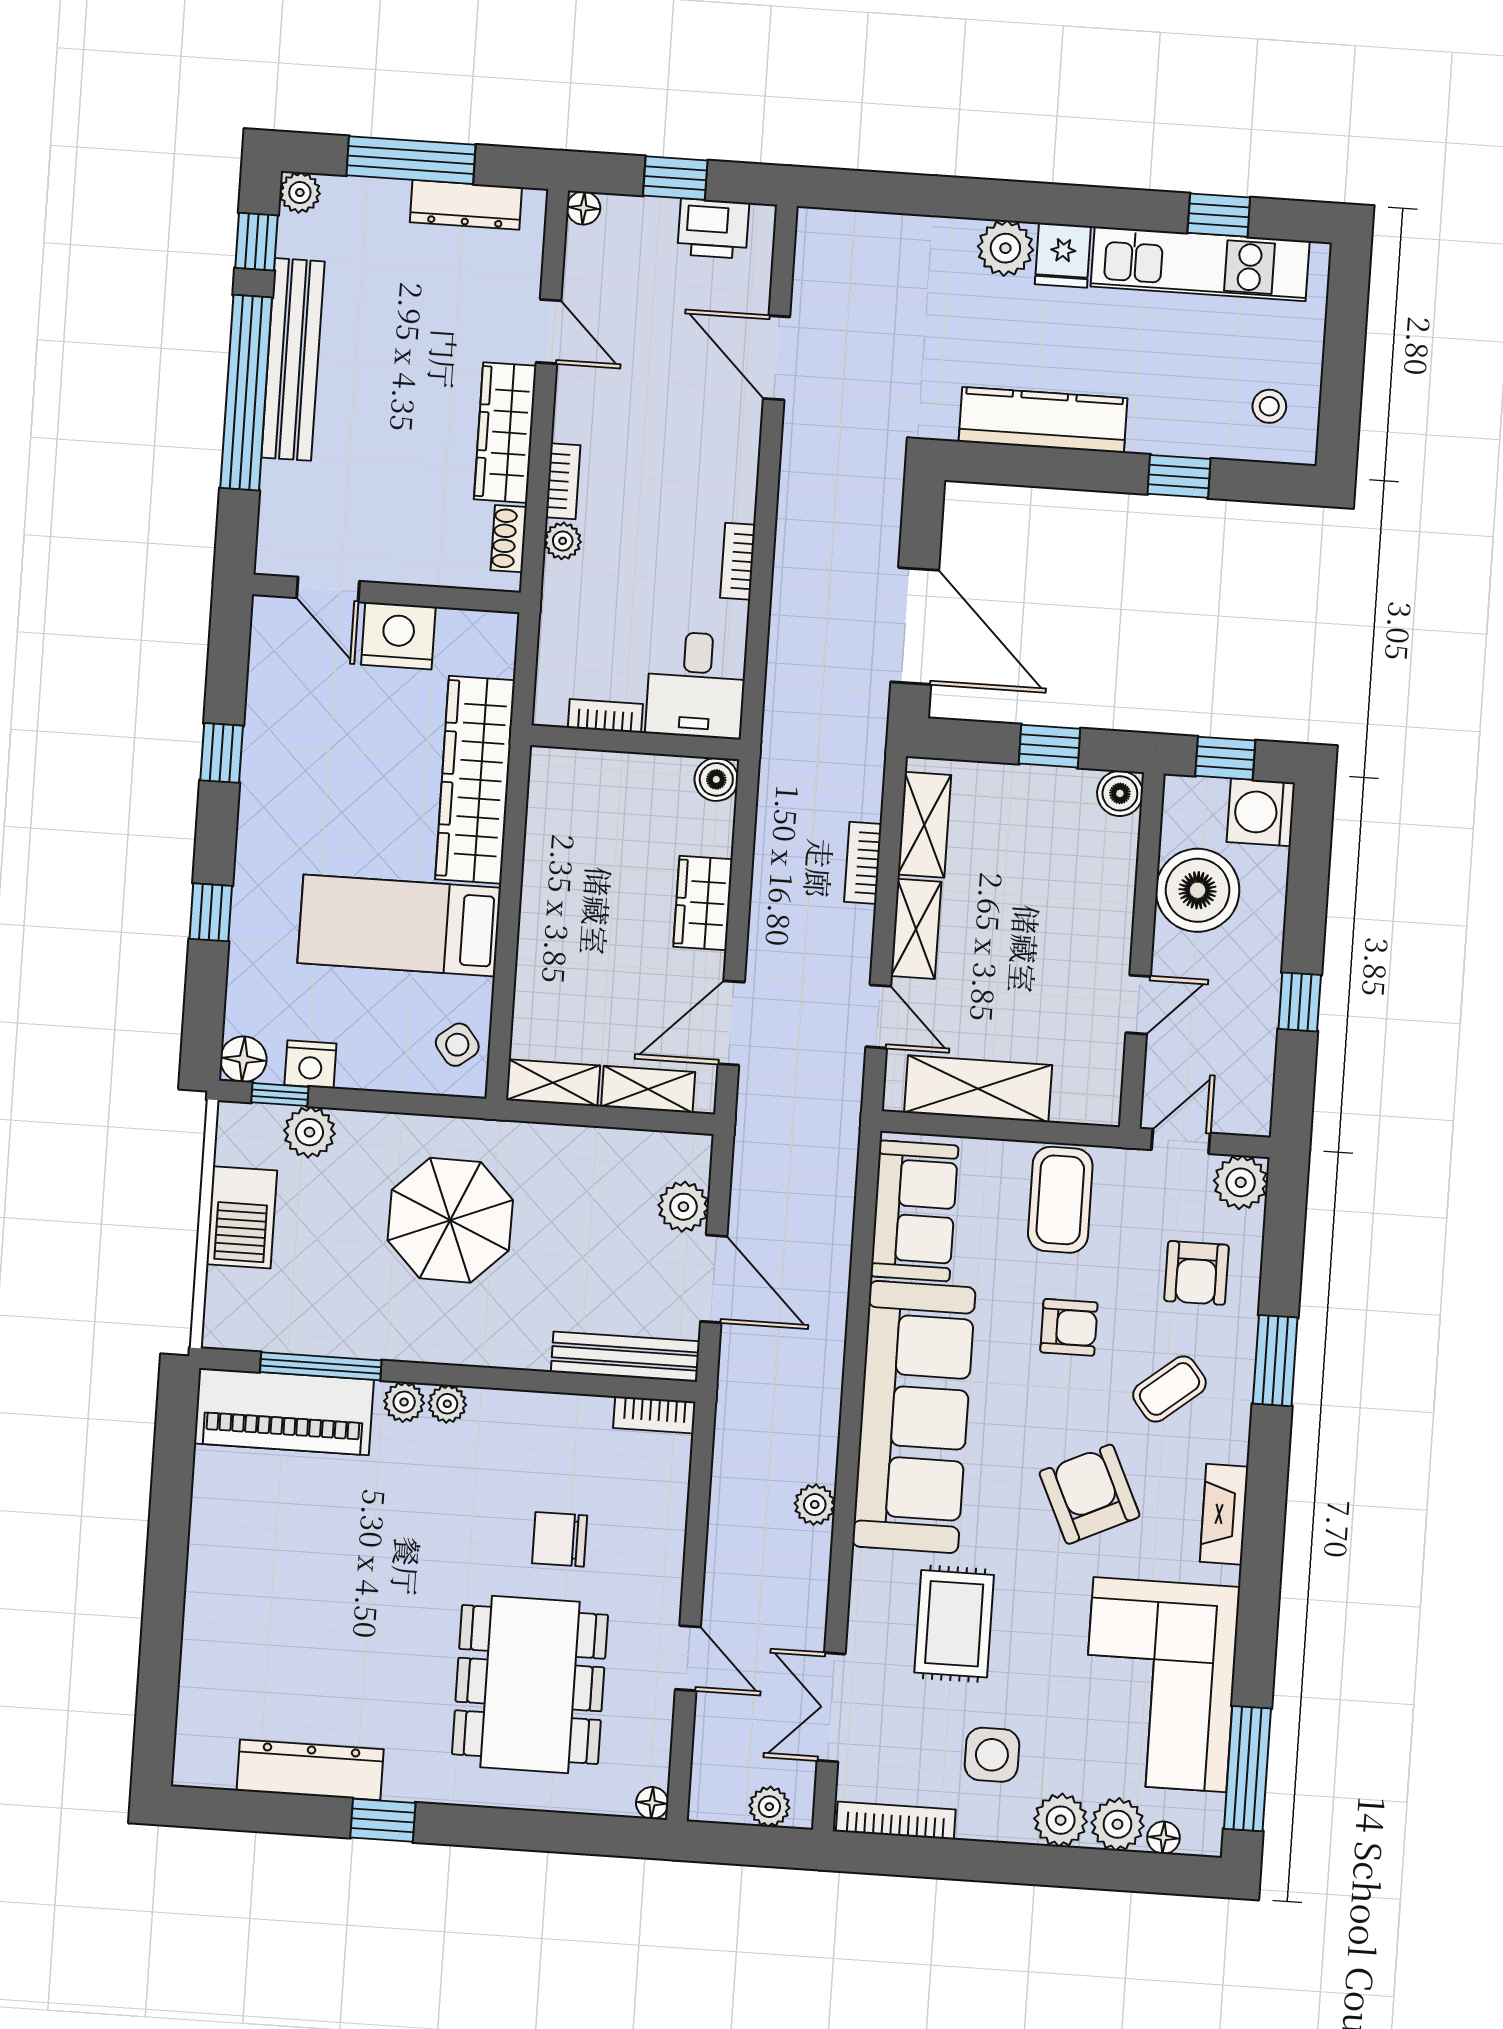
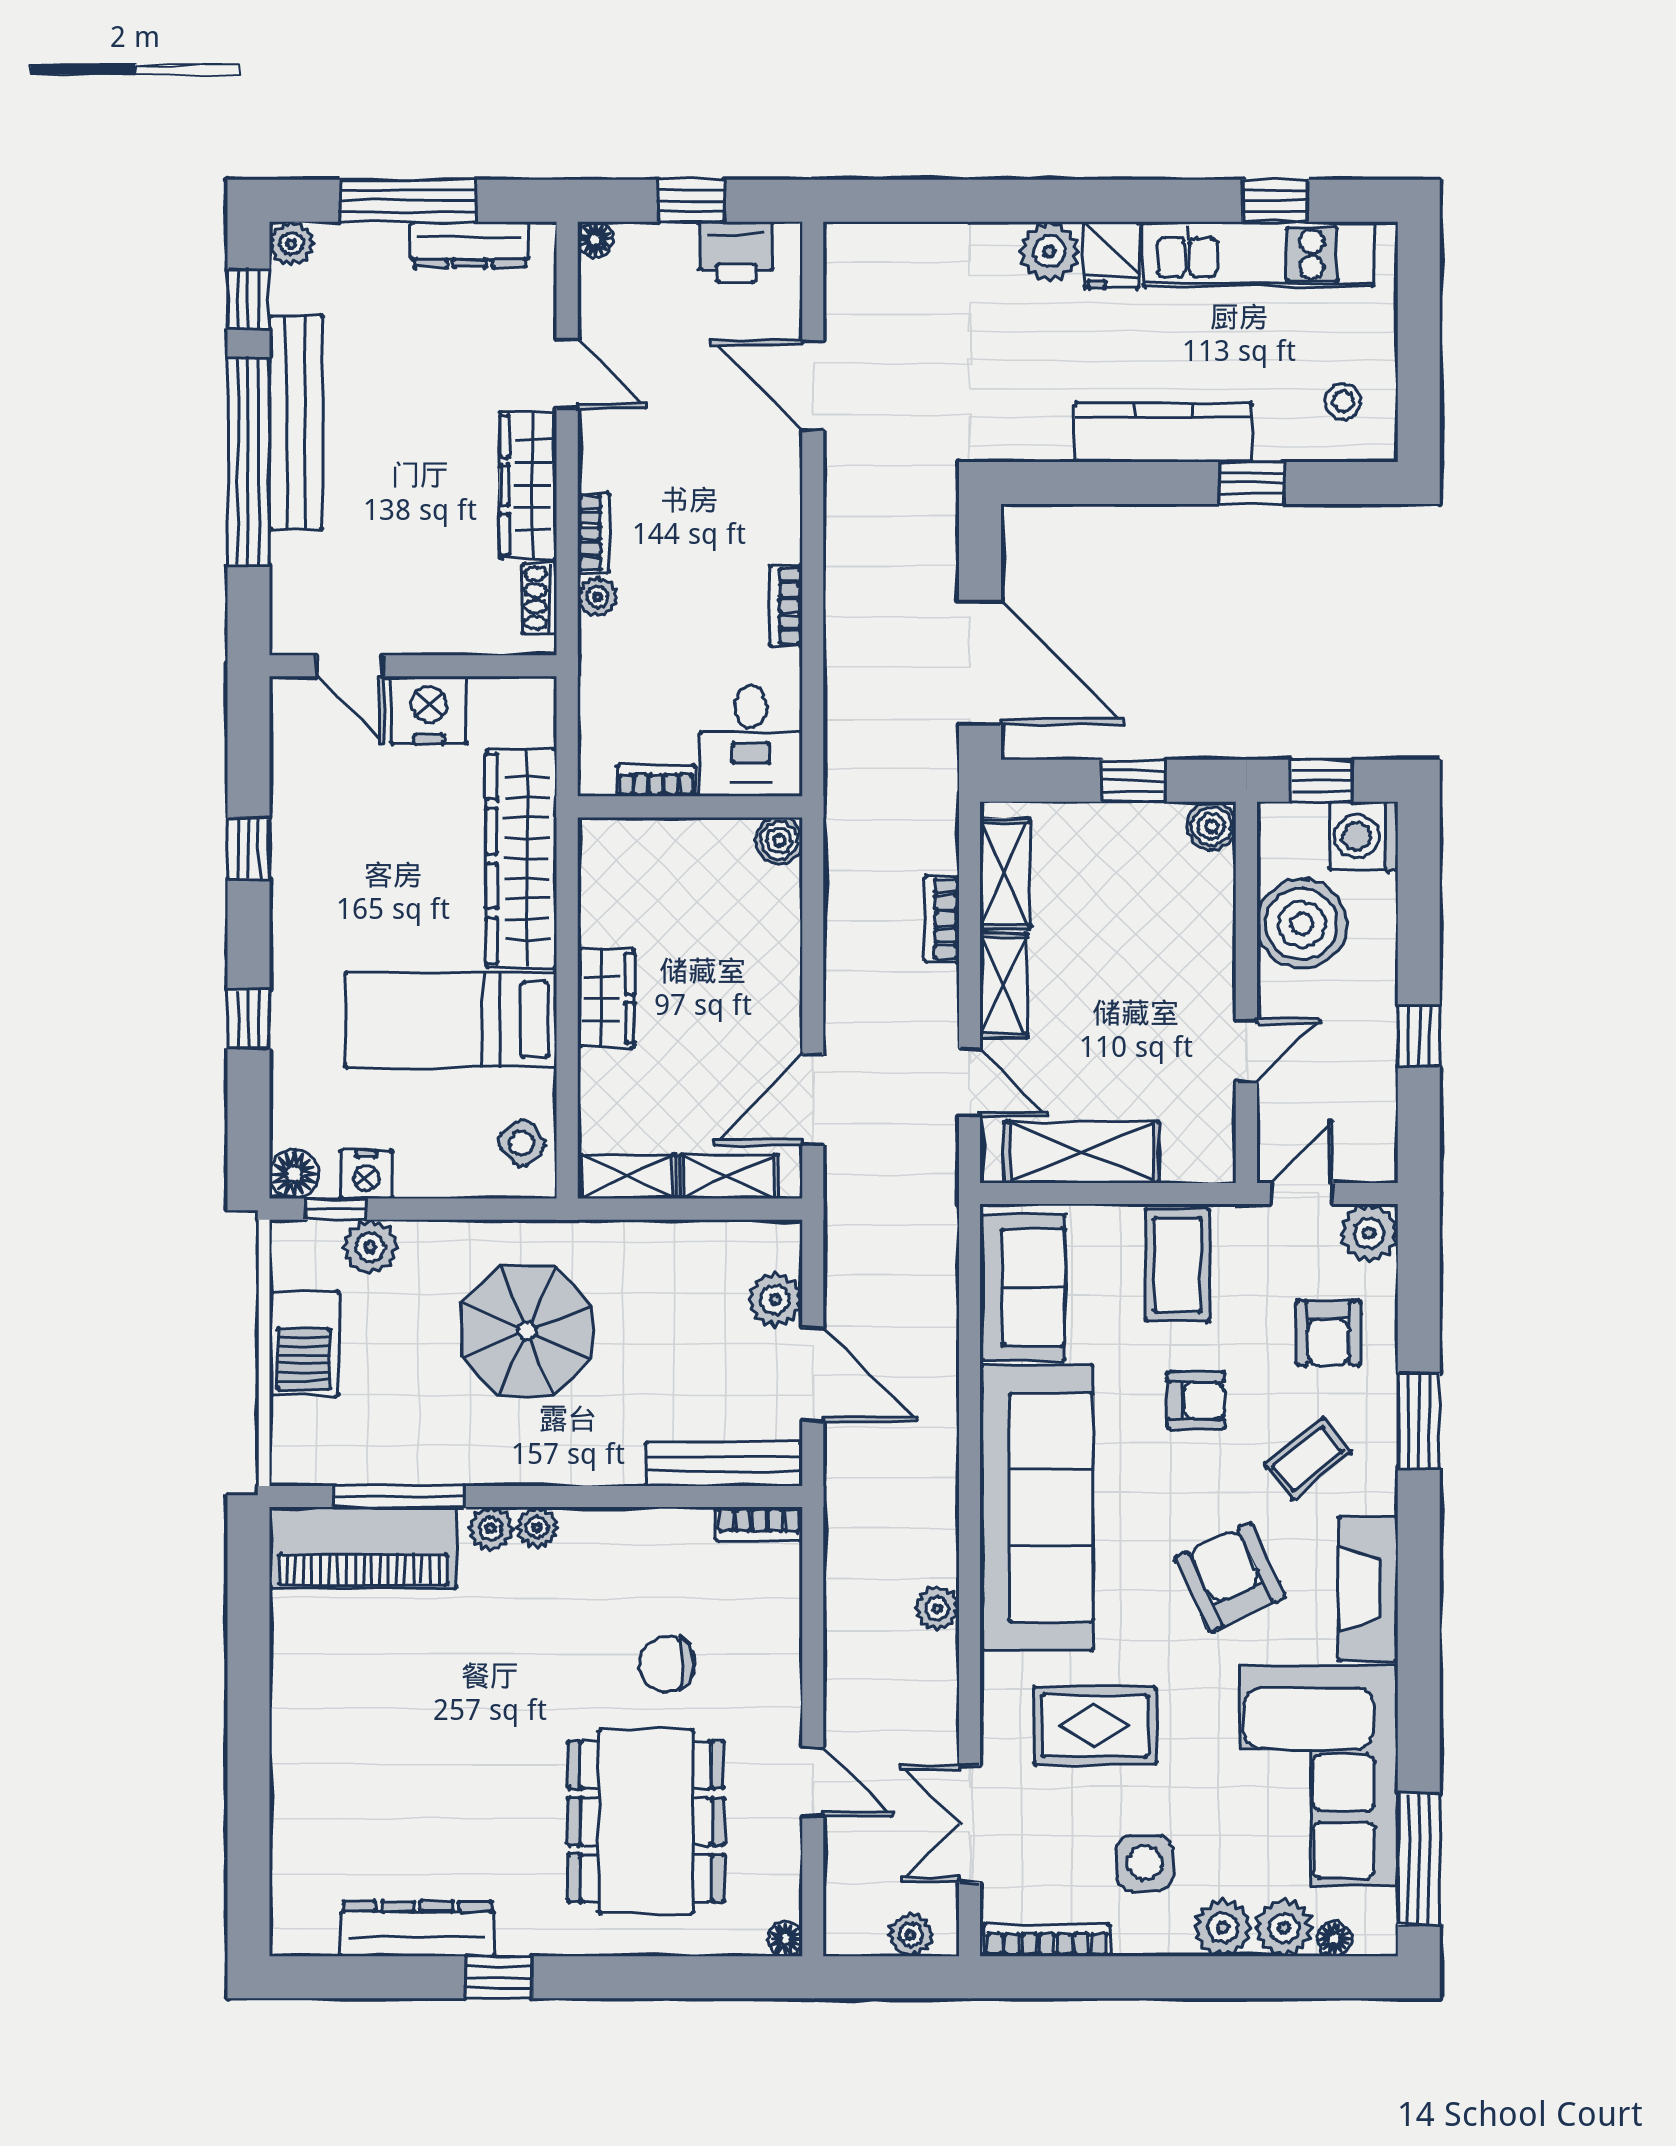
kitchen counter: (1043, 420) -> (1163, 433), moved
wardrobe: (703, 903) -> (606, 998), moved, turned 180
fireplace: (1224, 1514) -> (1368, 1589), width x1.37, depth x1.32
rug: (954, 1624) -> (1095, 1726), turned 90

